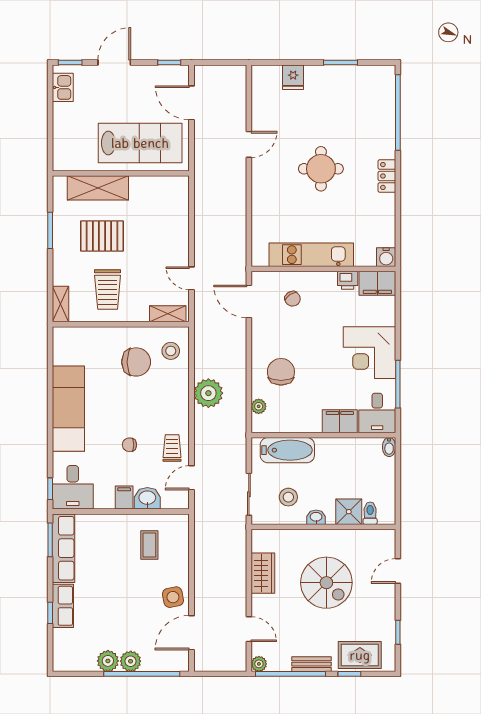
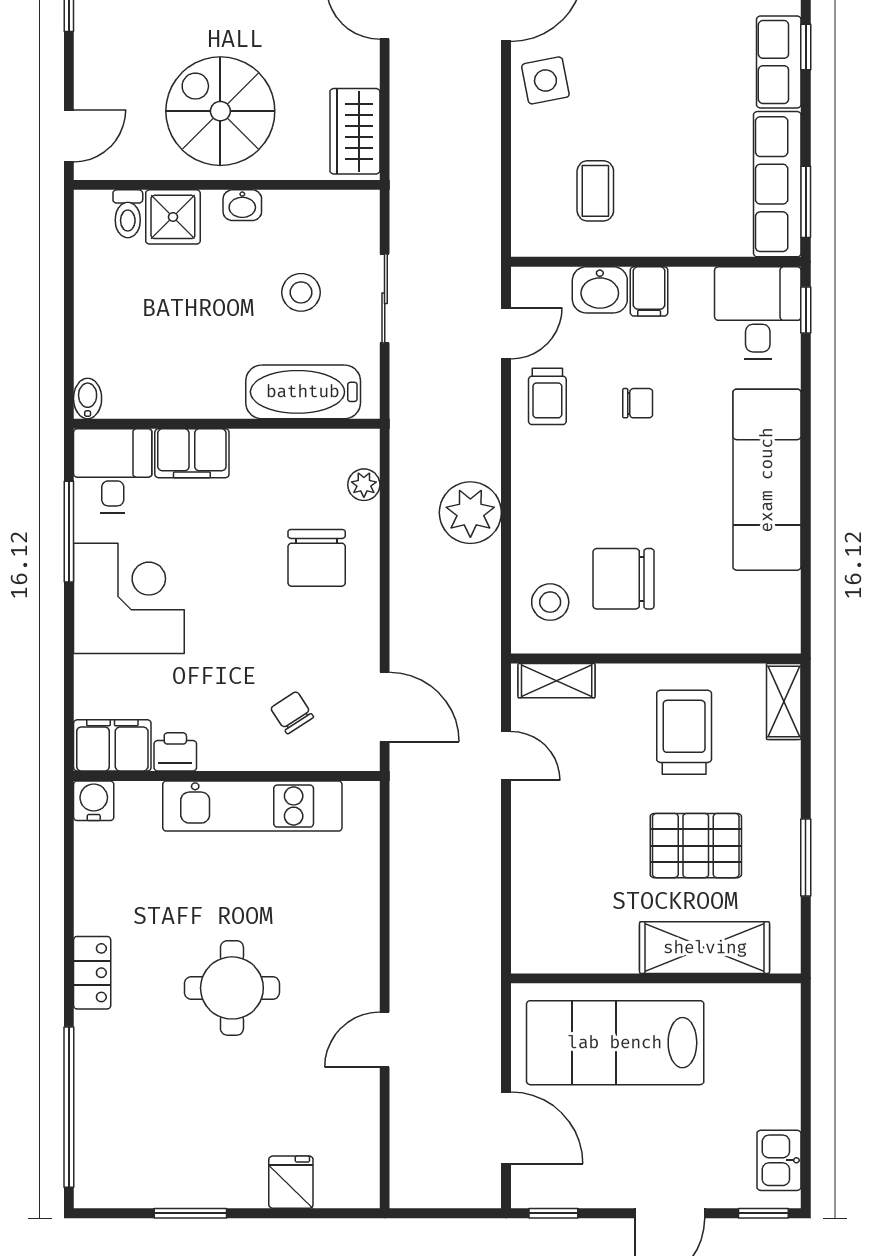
shower: (349, 512) -> (173, 217), moved
toilet: (370, 513) -> (128, 214), moved
washbasin: (316, 517) -> (242, 205), moved
wall: (323, 527) -> (227, 185), moved

